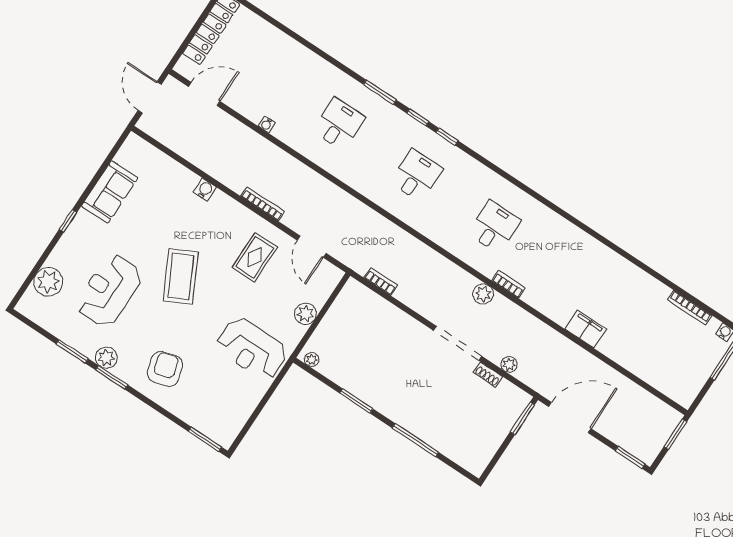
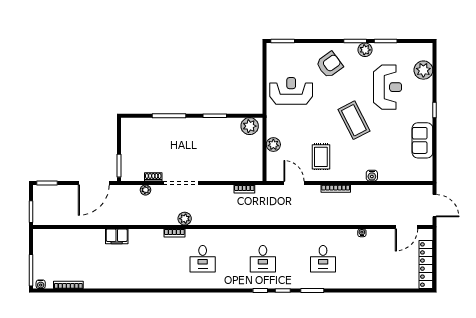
reception desk: (252, 349) -> (291, 91), moved
plant: (312, 360) -> (250, 126), width x1.88, depth x1.88
armchair: (165, 369) -> (329, 65), turned -110

